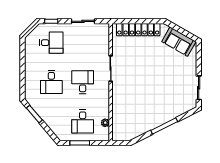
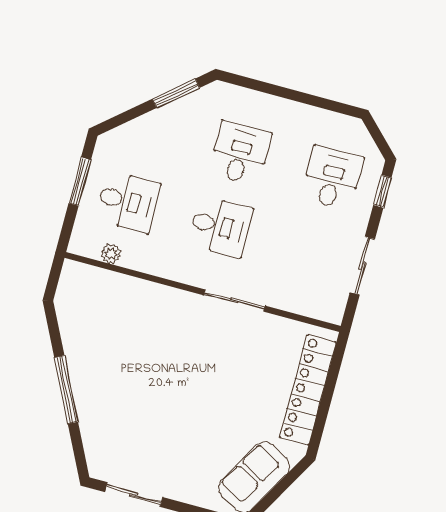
desk: (51, 43) -> (332, 178), turned 180
desk: (51, 82) -> (240, 153), turned 90
desk: (83, 122) -> (128, 202), turned 180

